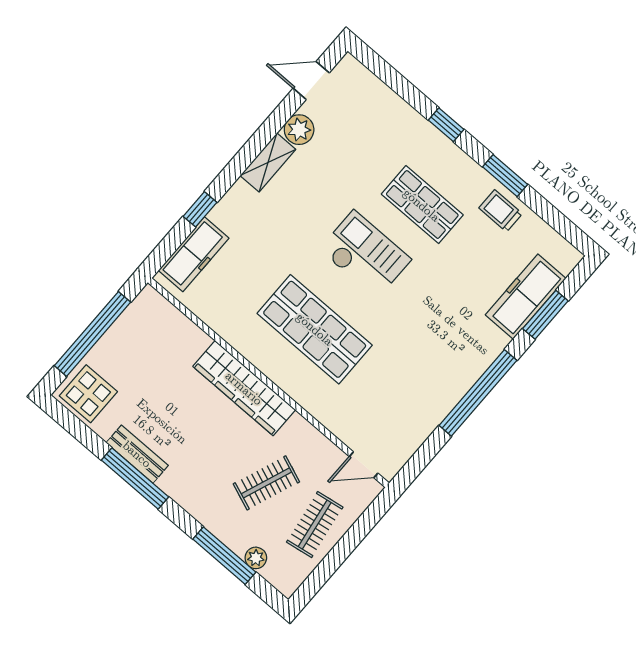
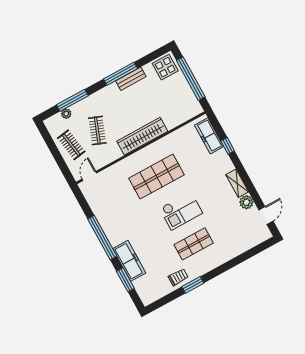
window: (446, 125) -> (225, 267), removed
freezer: (526, 297) -> (129, 261), moved

